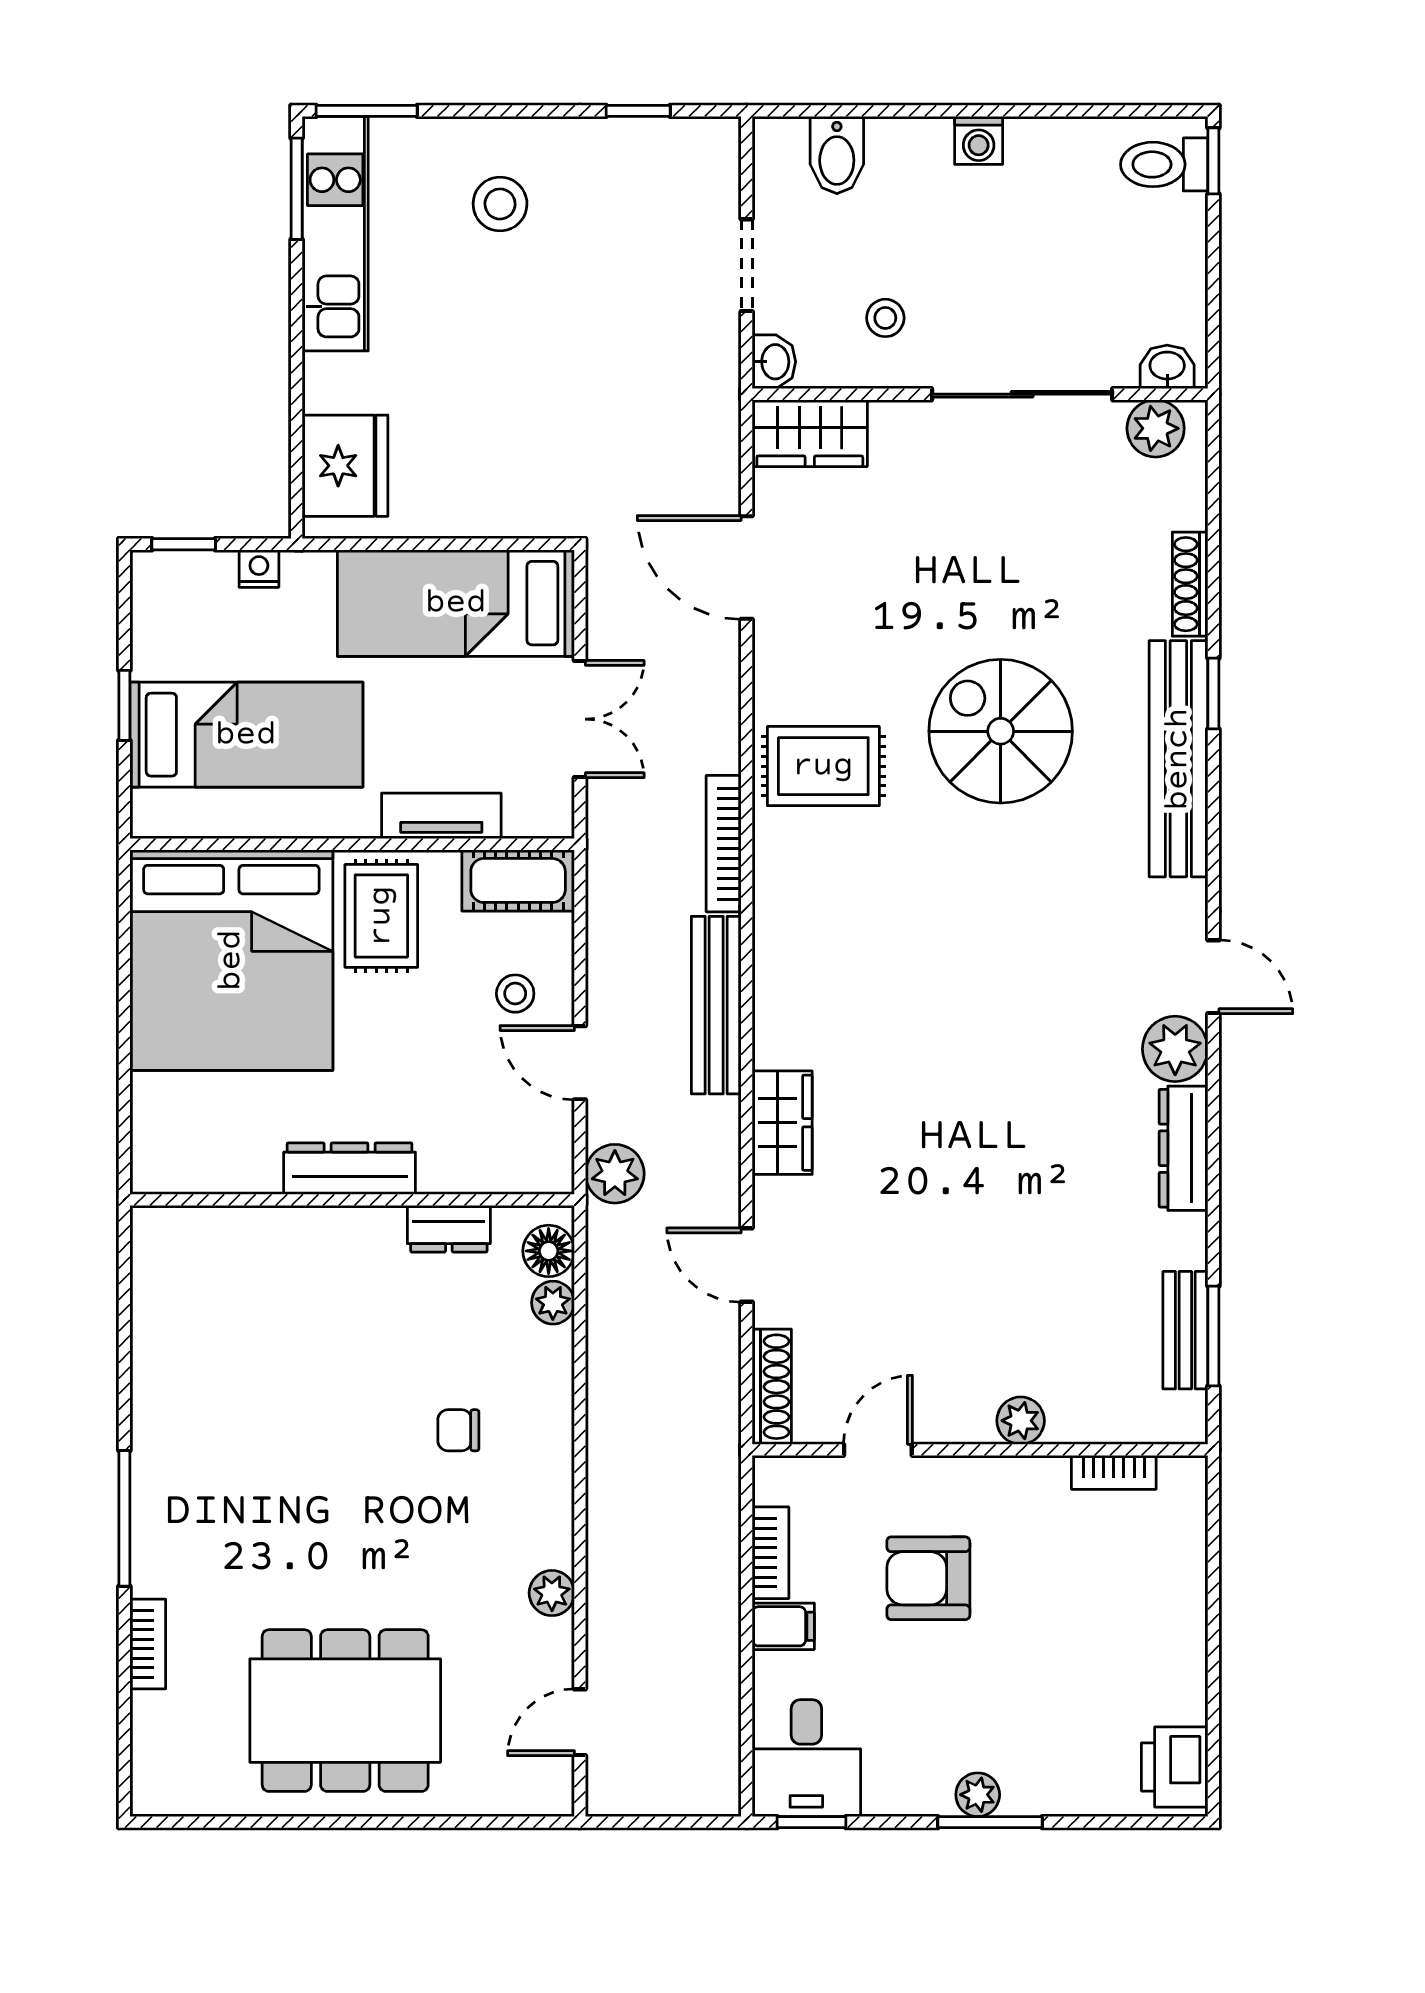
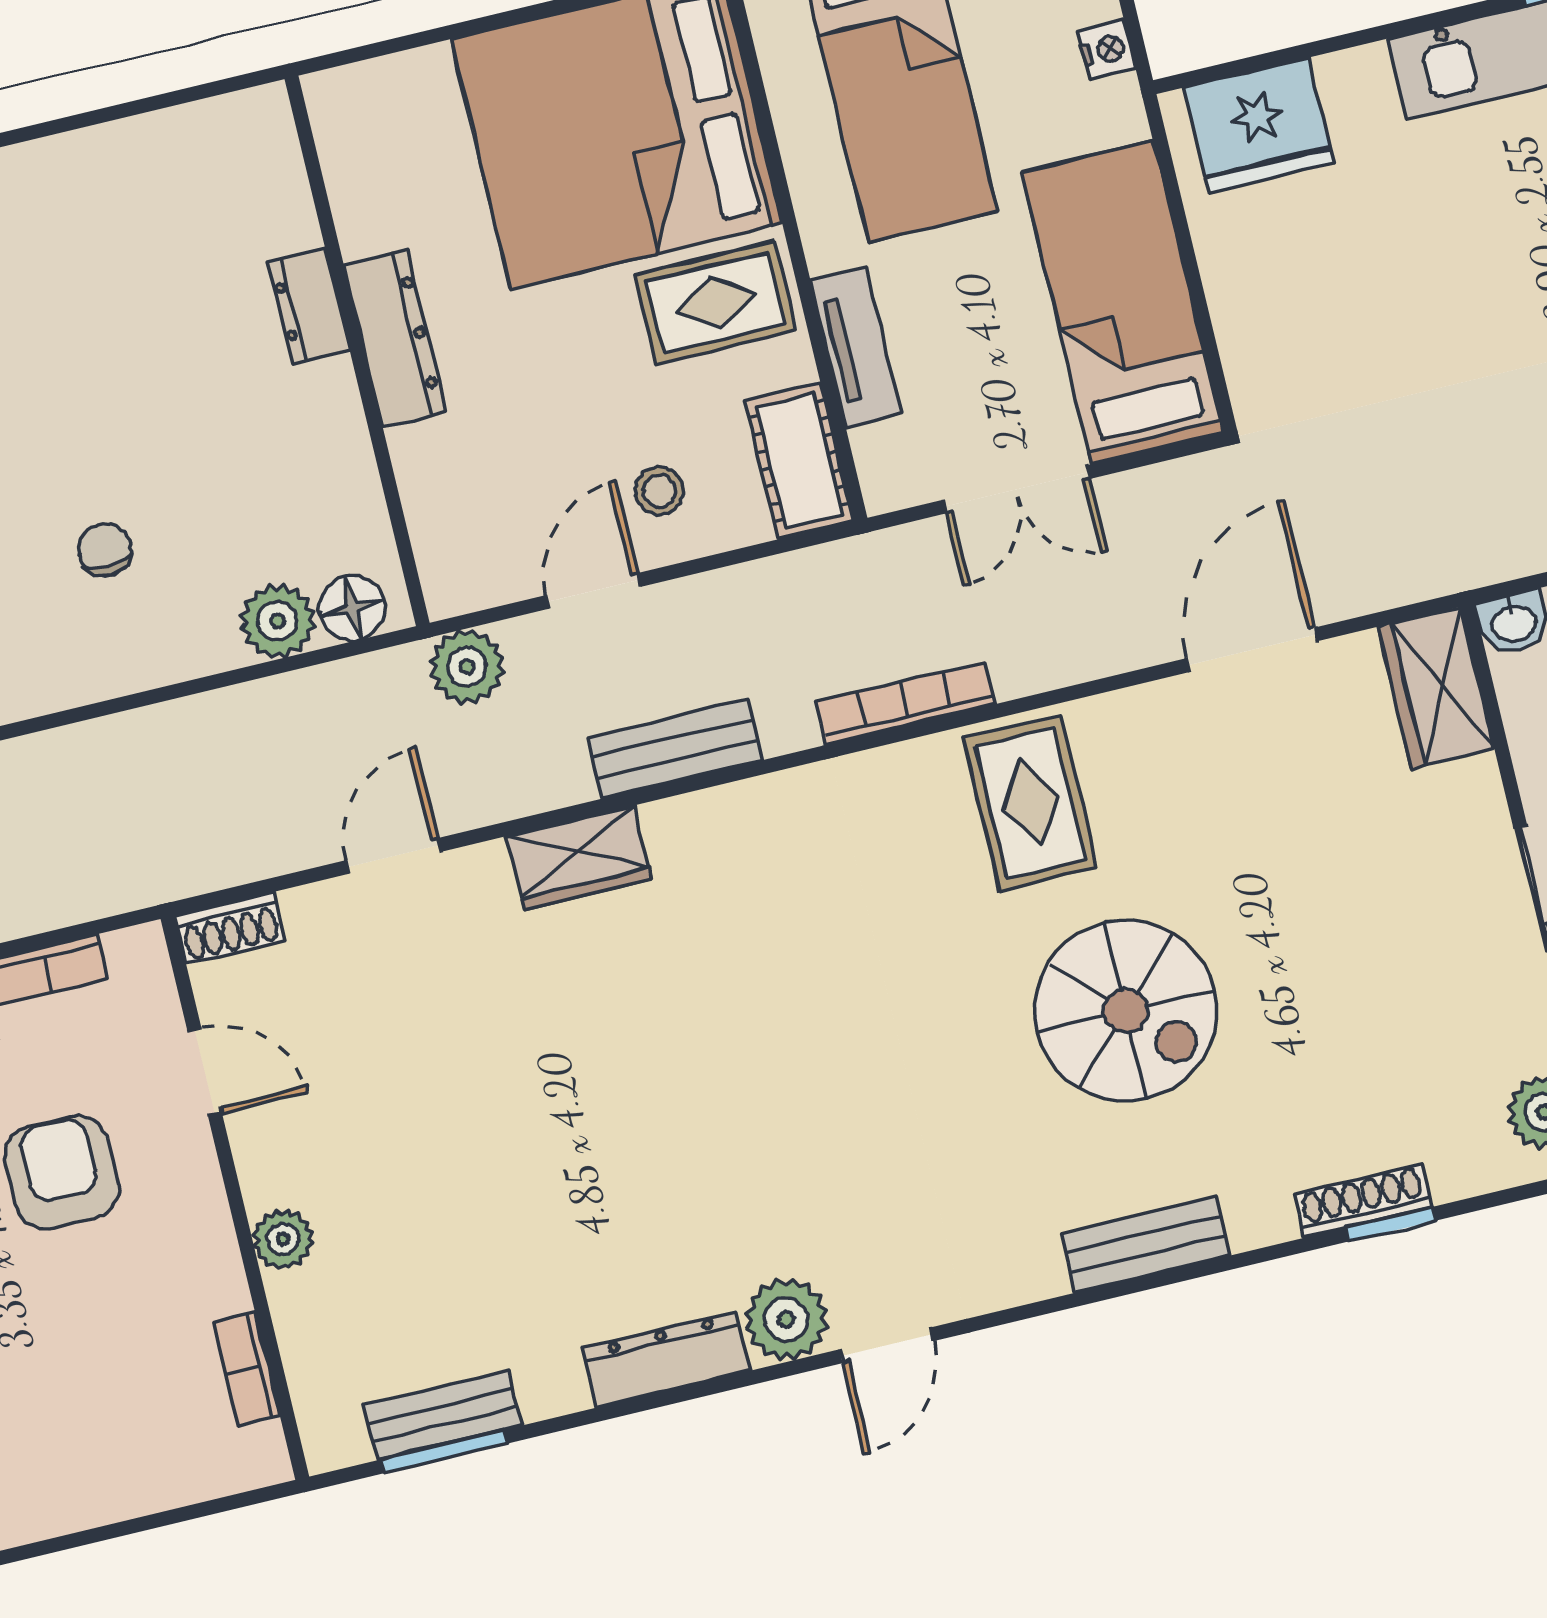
window: (1213, 693) -> (1391, 1224), moved
spiral stairs: (1001, 731) -> (1126, 1011), turned 90
bench: (1178, 759) -> (1146, 1244), width x0.54, depth x0.82
bench: (716, 1005) -> (675, 749), width x0.73
dresser: (449, 1229) -> (309, 306), moved
plant: (553, 1303) -> (278, 621), width x1.38, depth x1.38
shoe rack: (772, 1387) -> (230, 928), width x0.70

